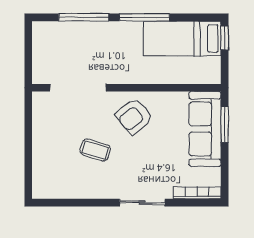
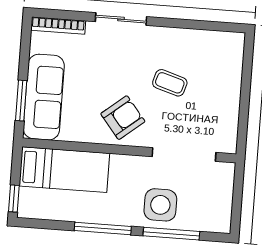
bed: (182, 39) -> (64, 170), moved
side table: (95, 42) -> (160, 205), added

